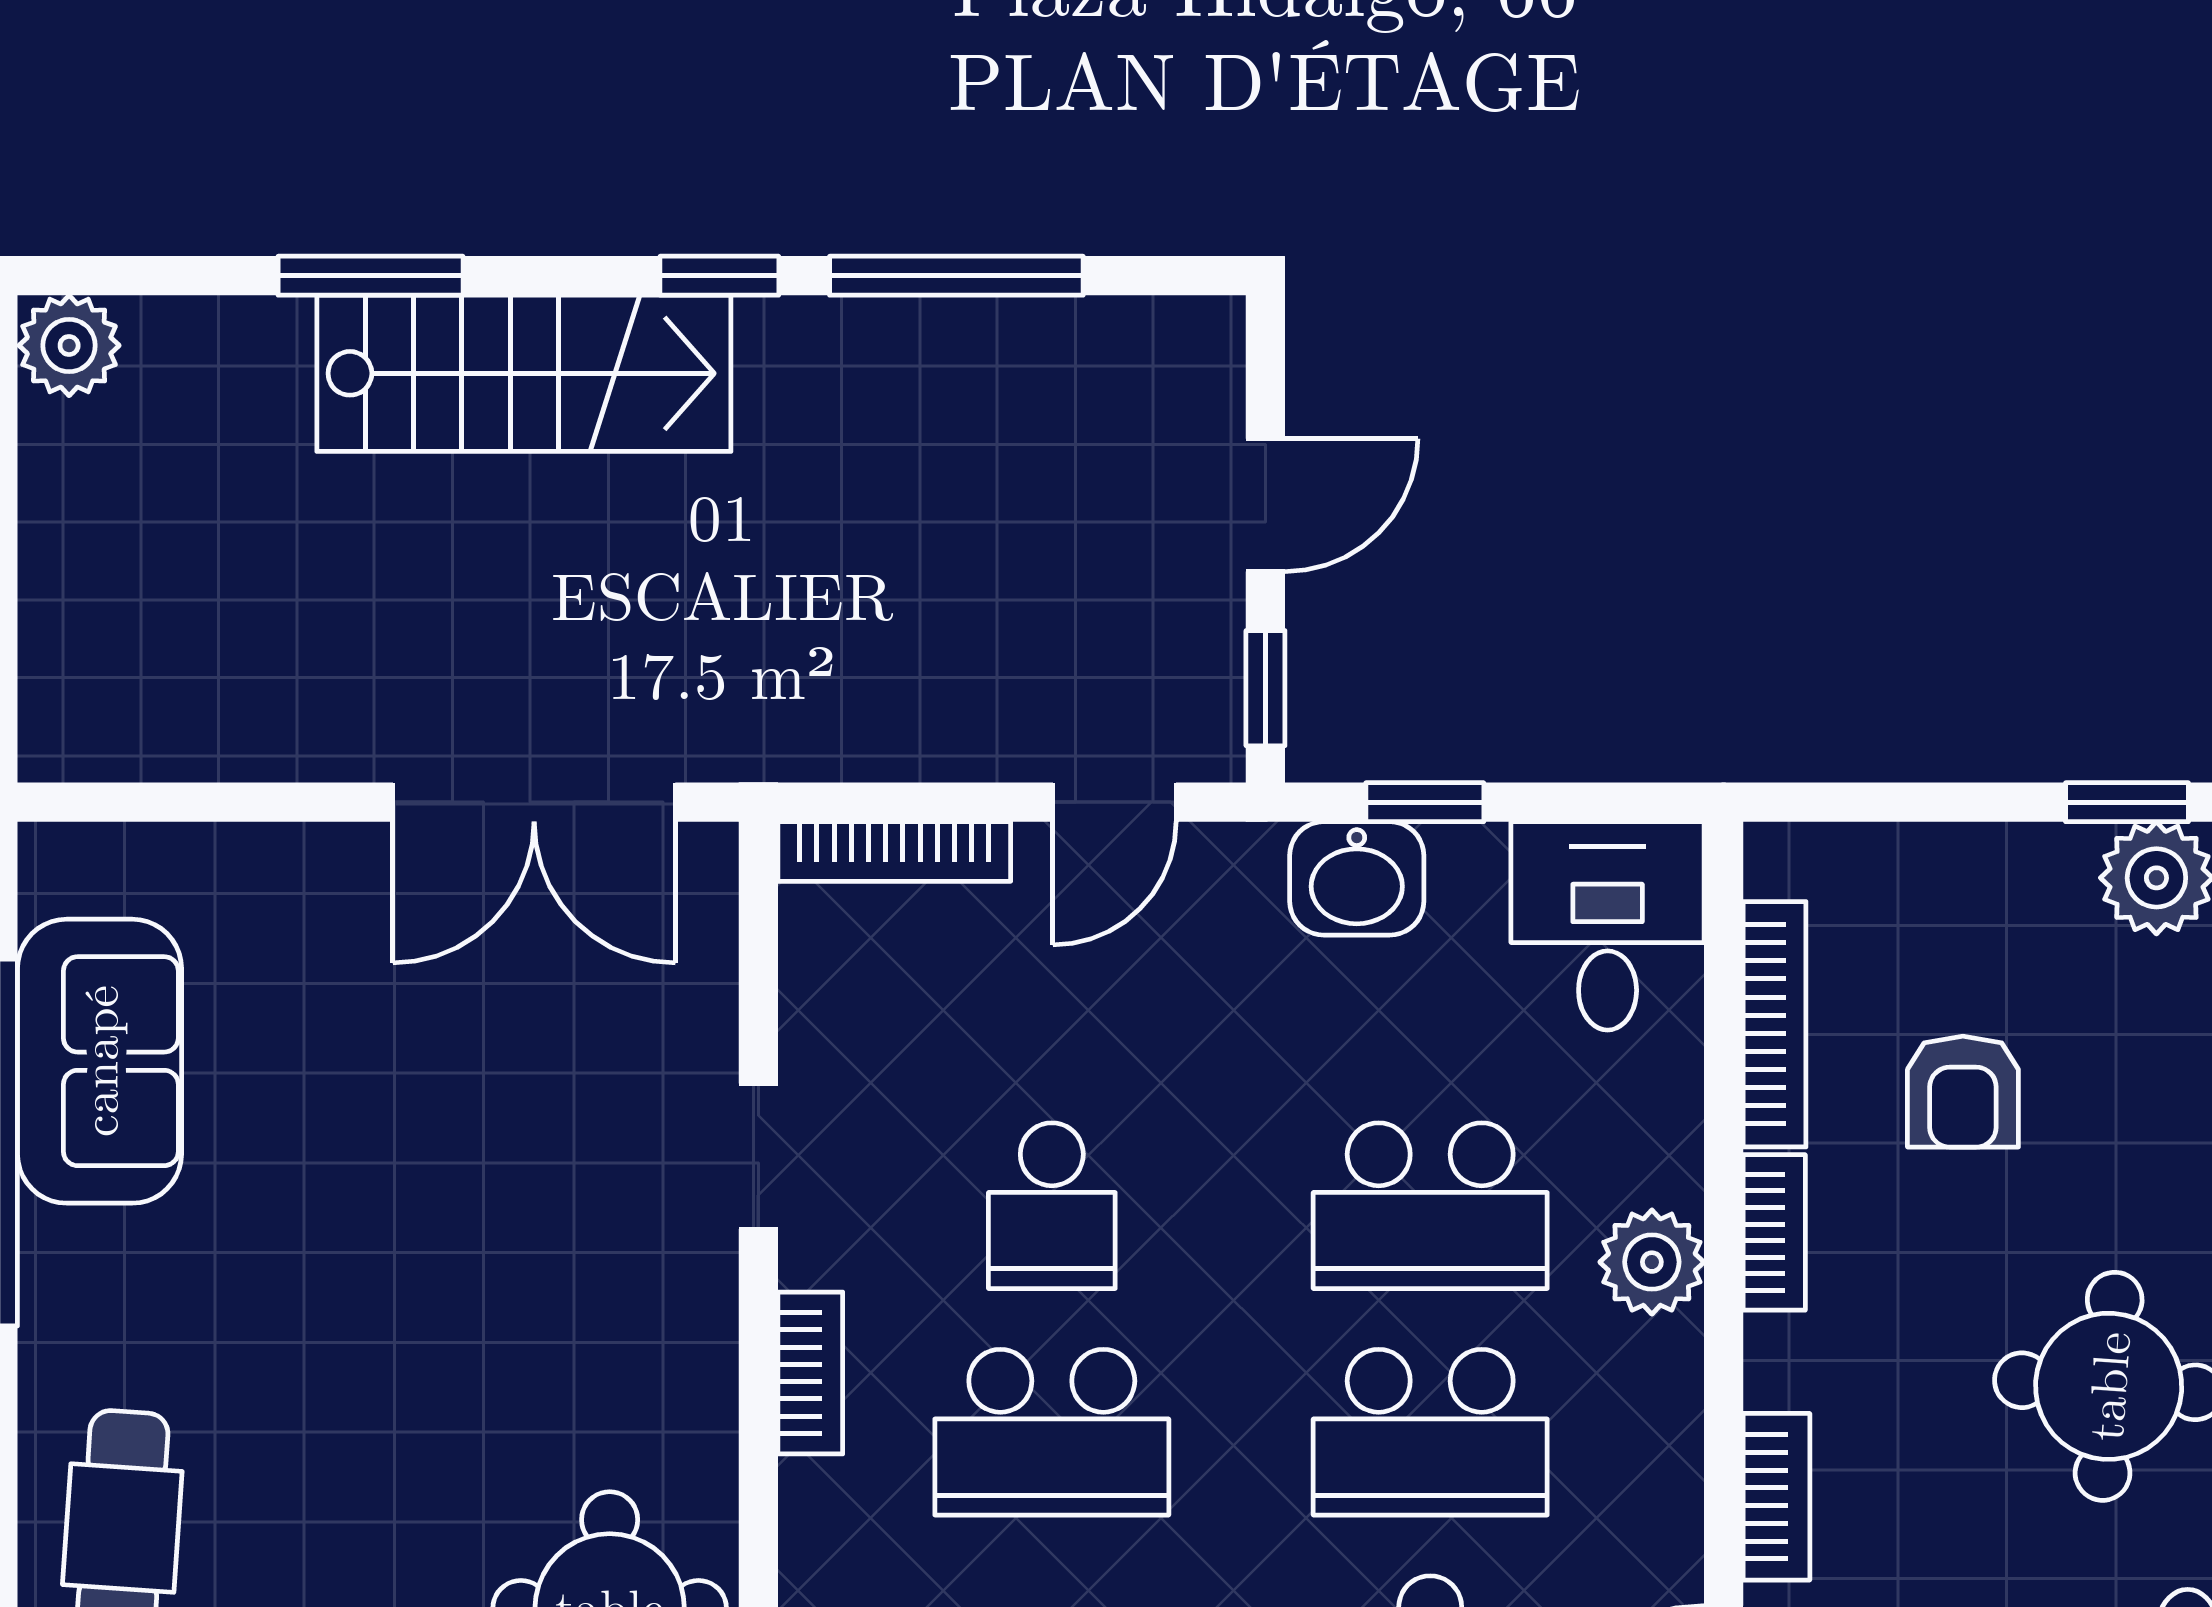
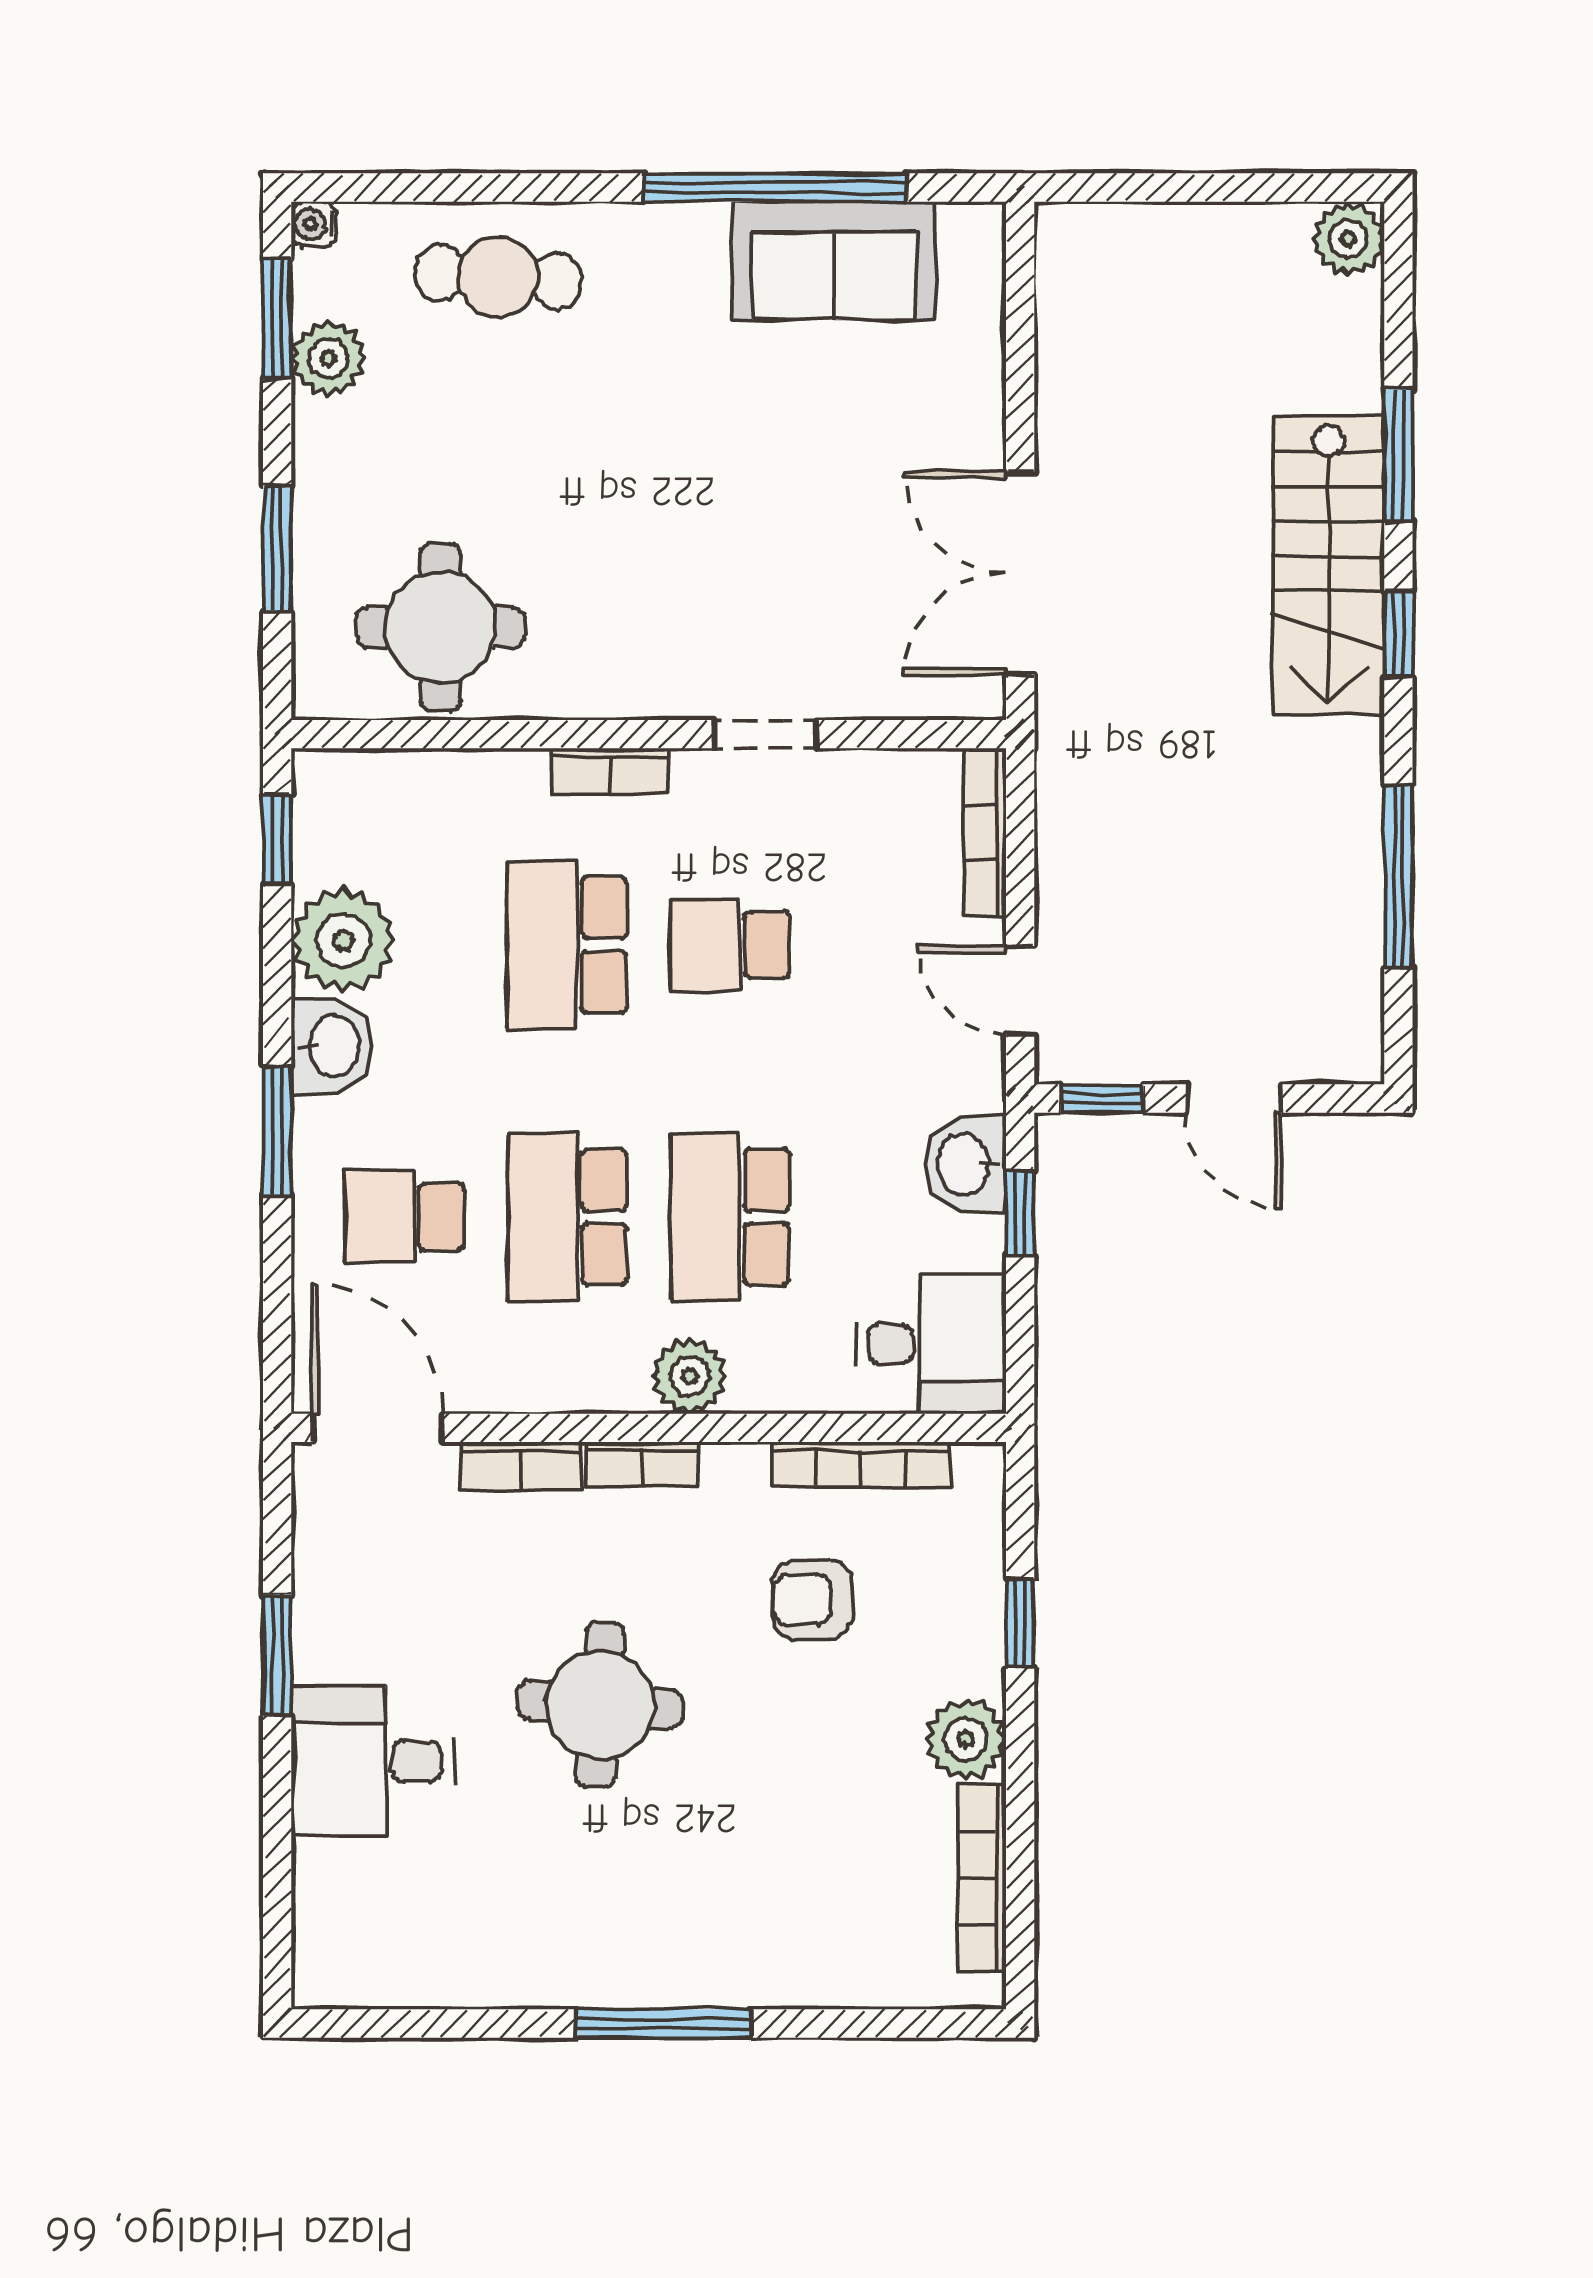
window: (719, 276) -> (1398, 634), moved
window: (2127, 802) -> (1020, 1623), moved
bookcase: (1774, 1232) -> (642, 1464), moved

